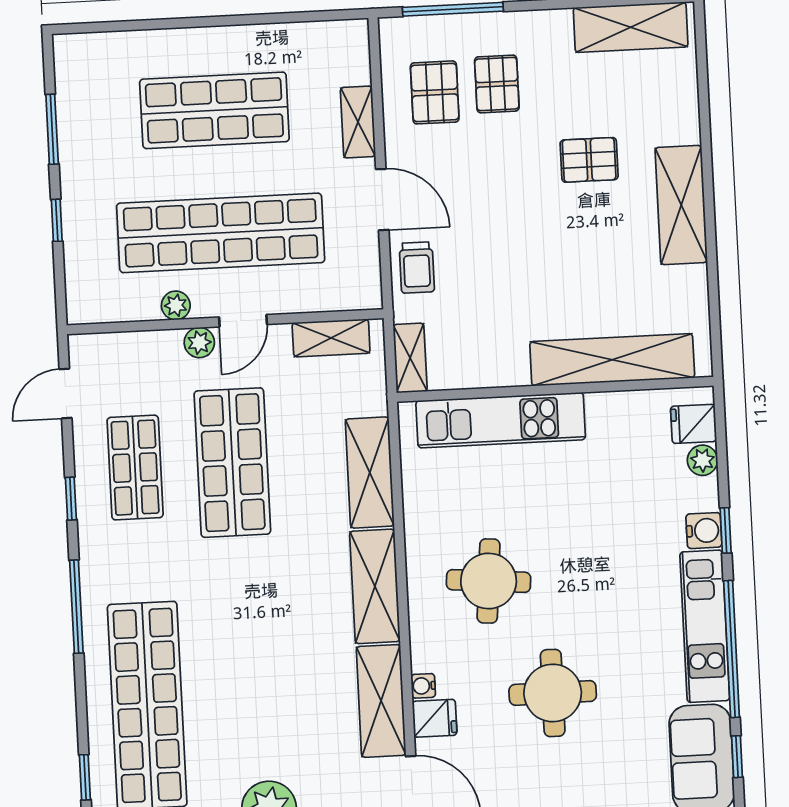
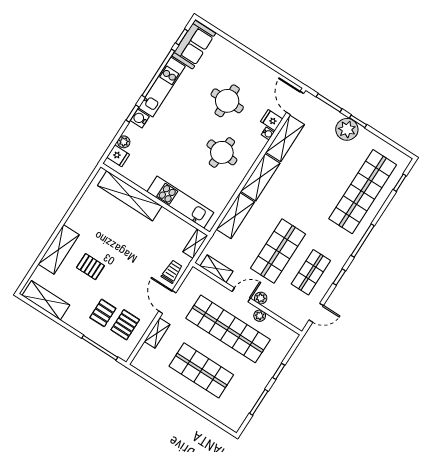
shelving: (681, 205) -> (59, 249), moved

